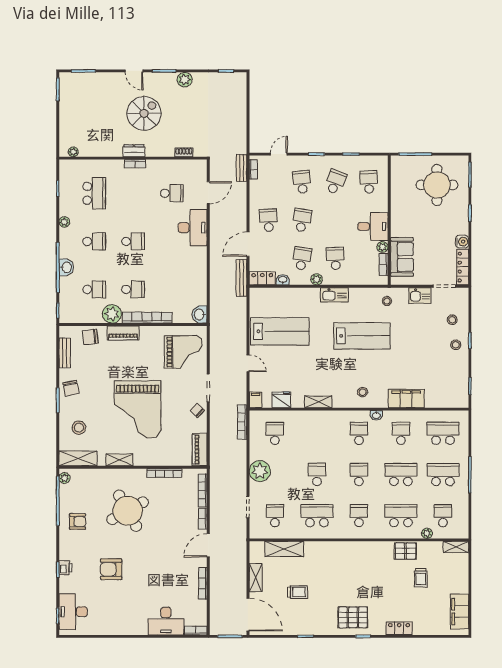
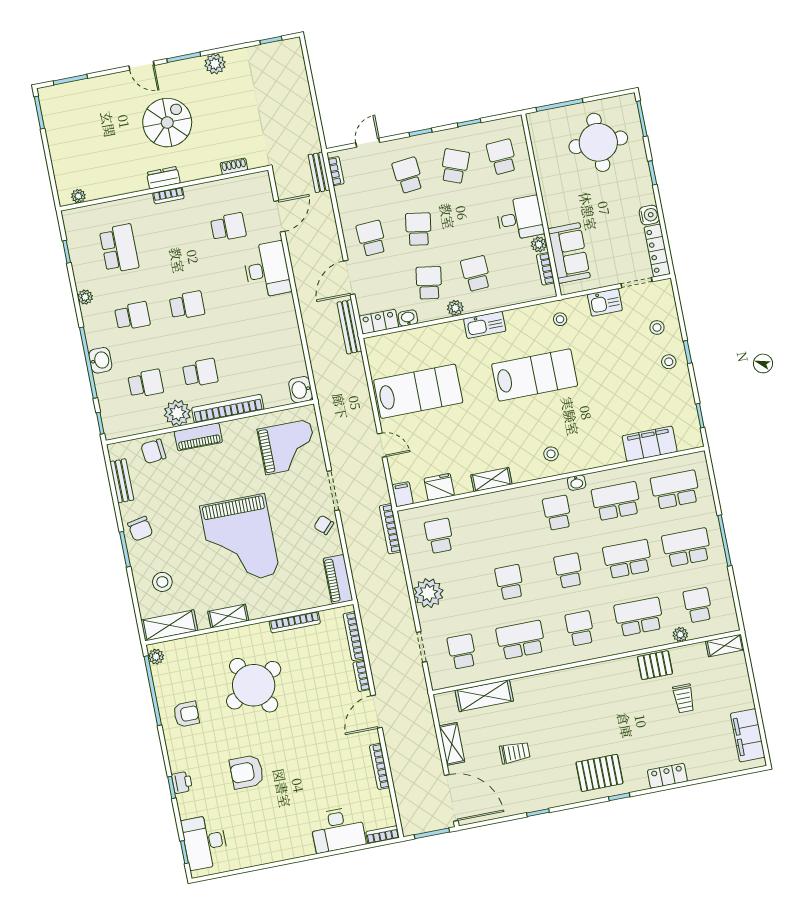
filing cabinet: (406, 399) -> (650, 444), moved
school desk: (401, 433) -> (616, 501), width x1.85

